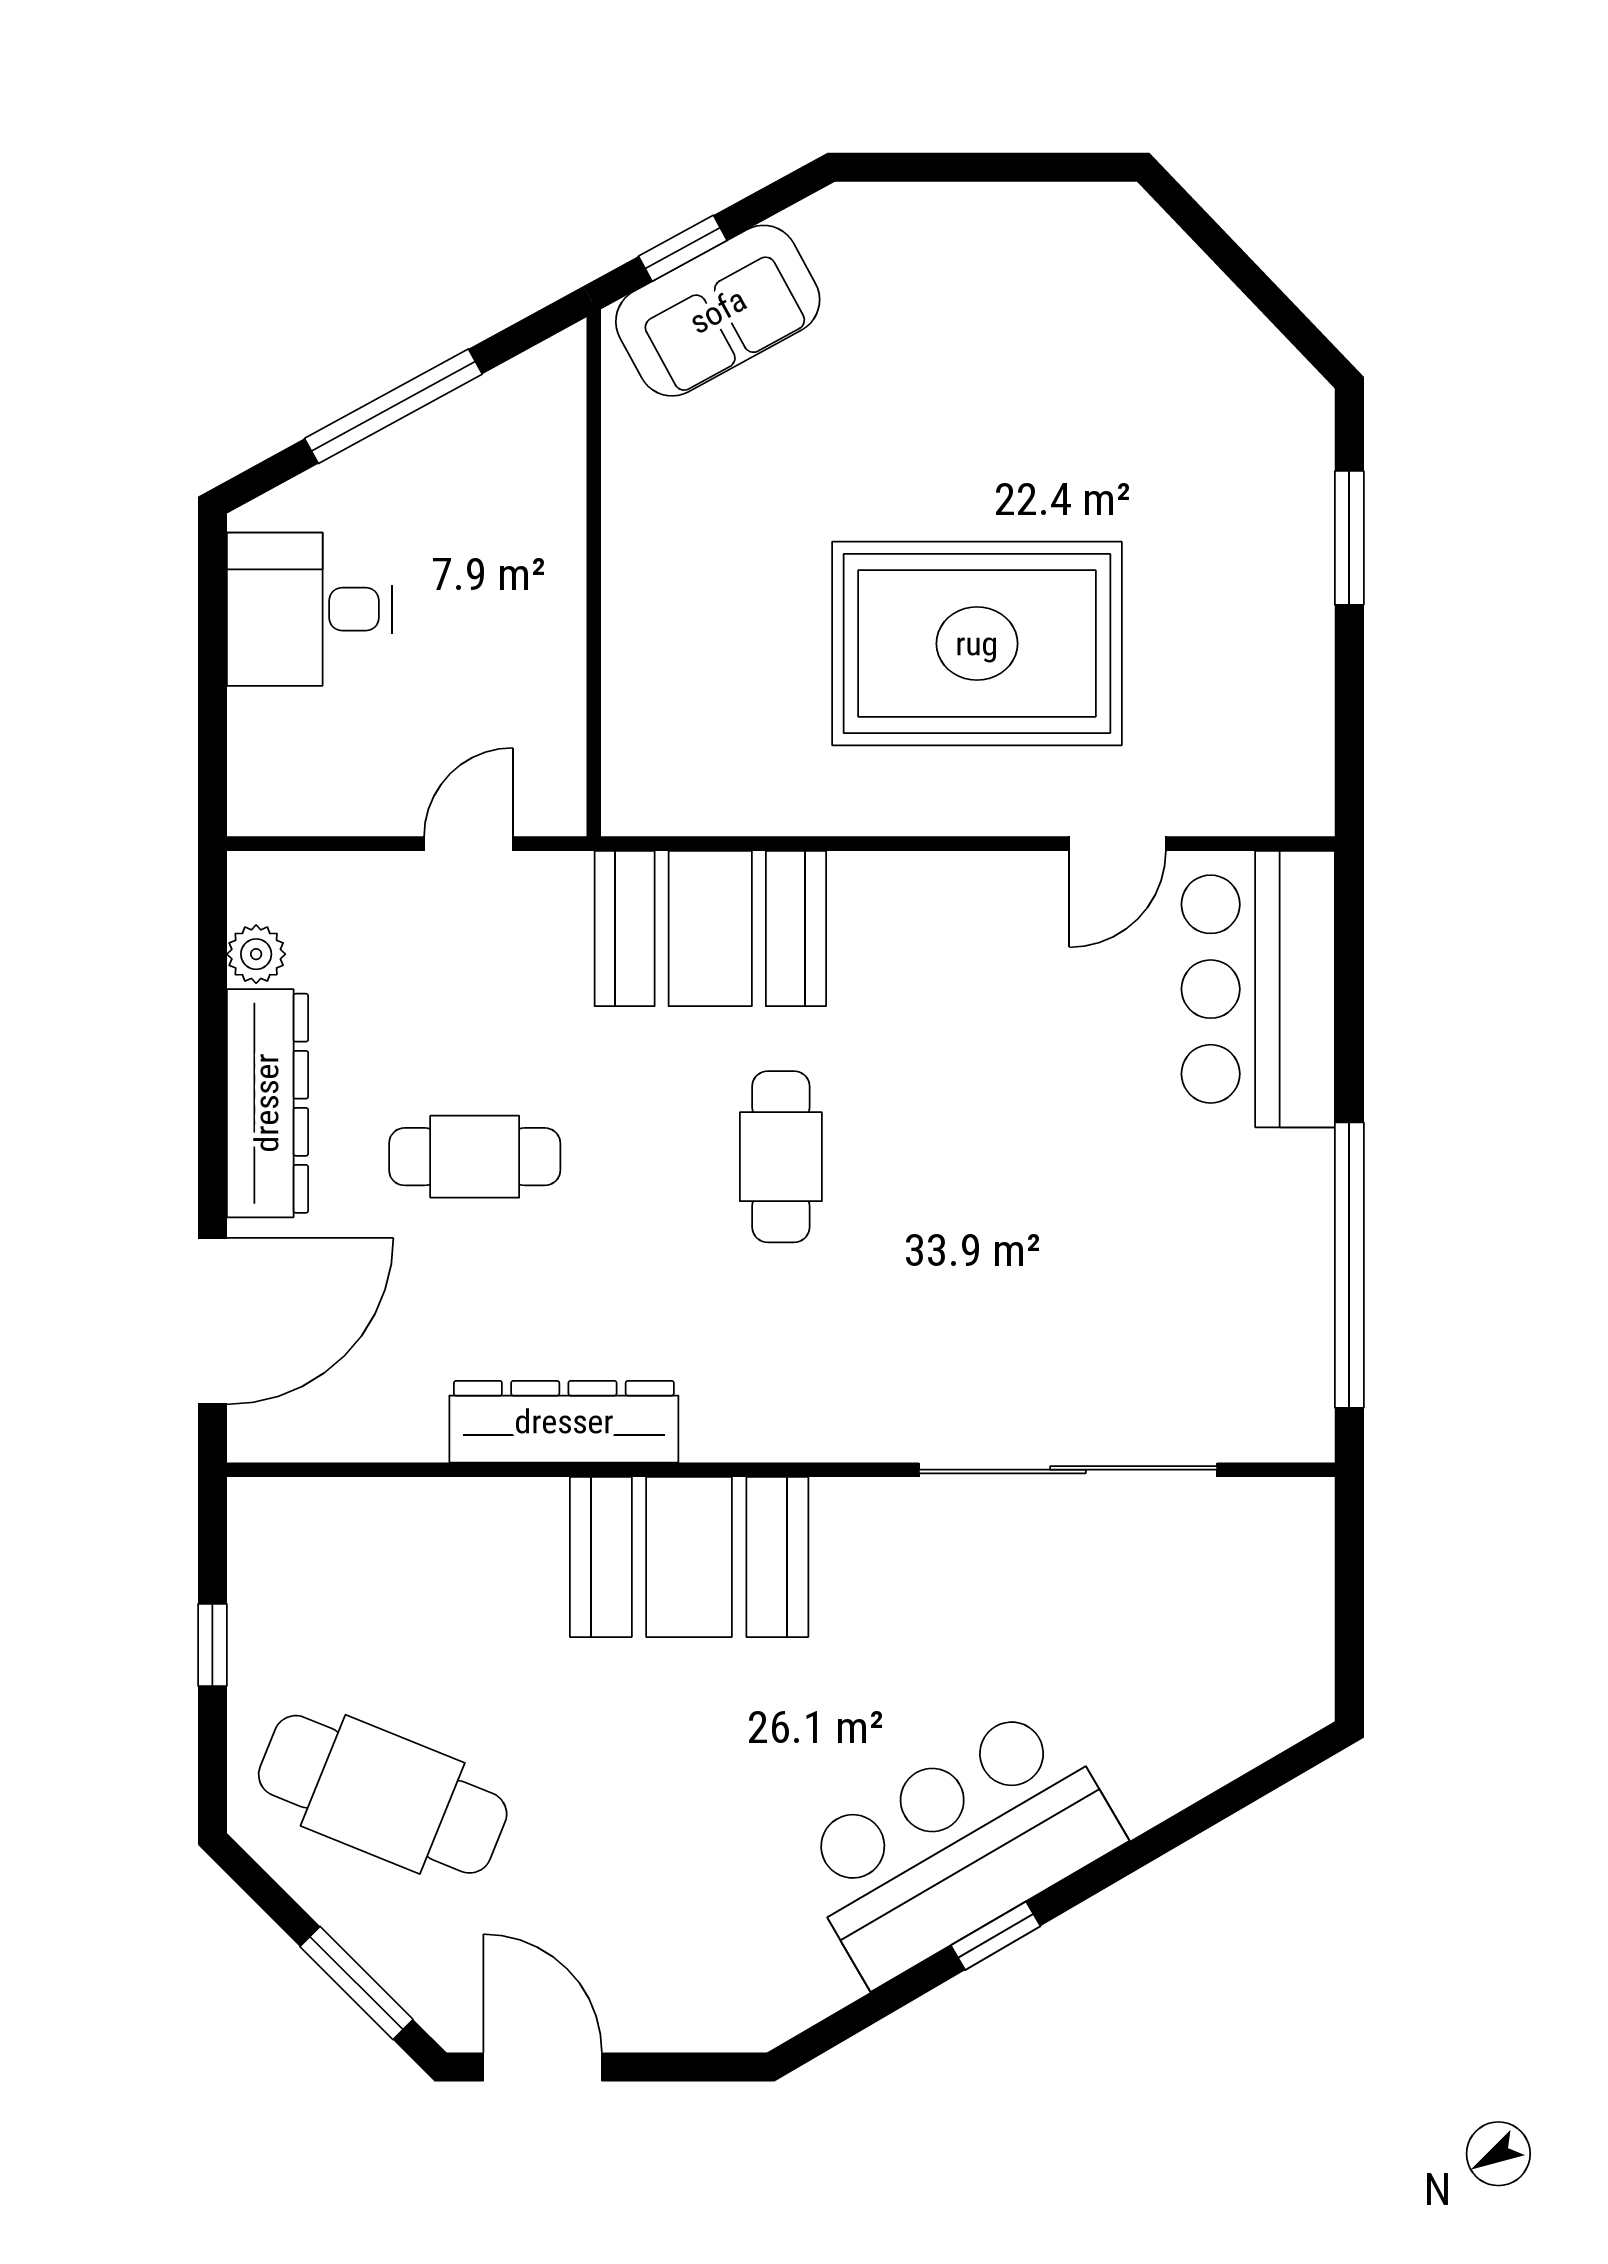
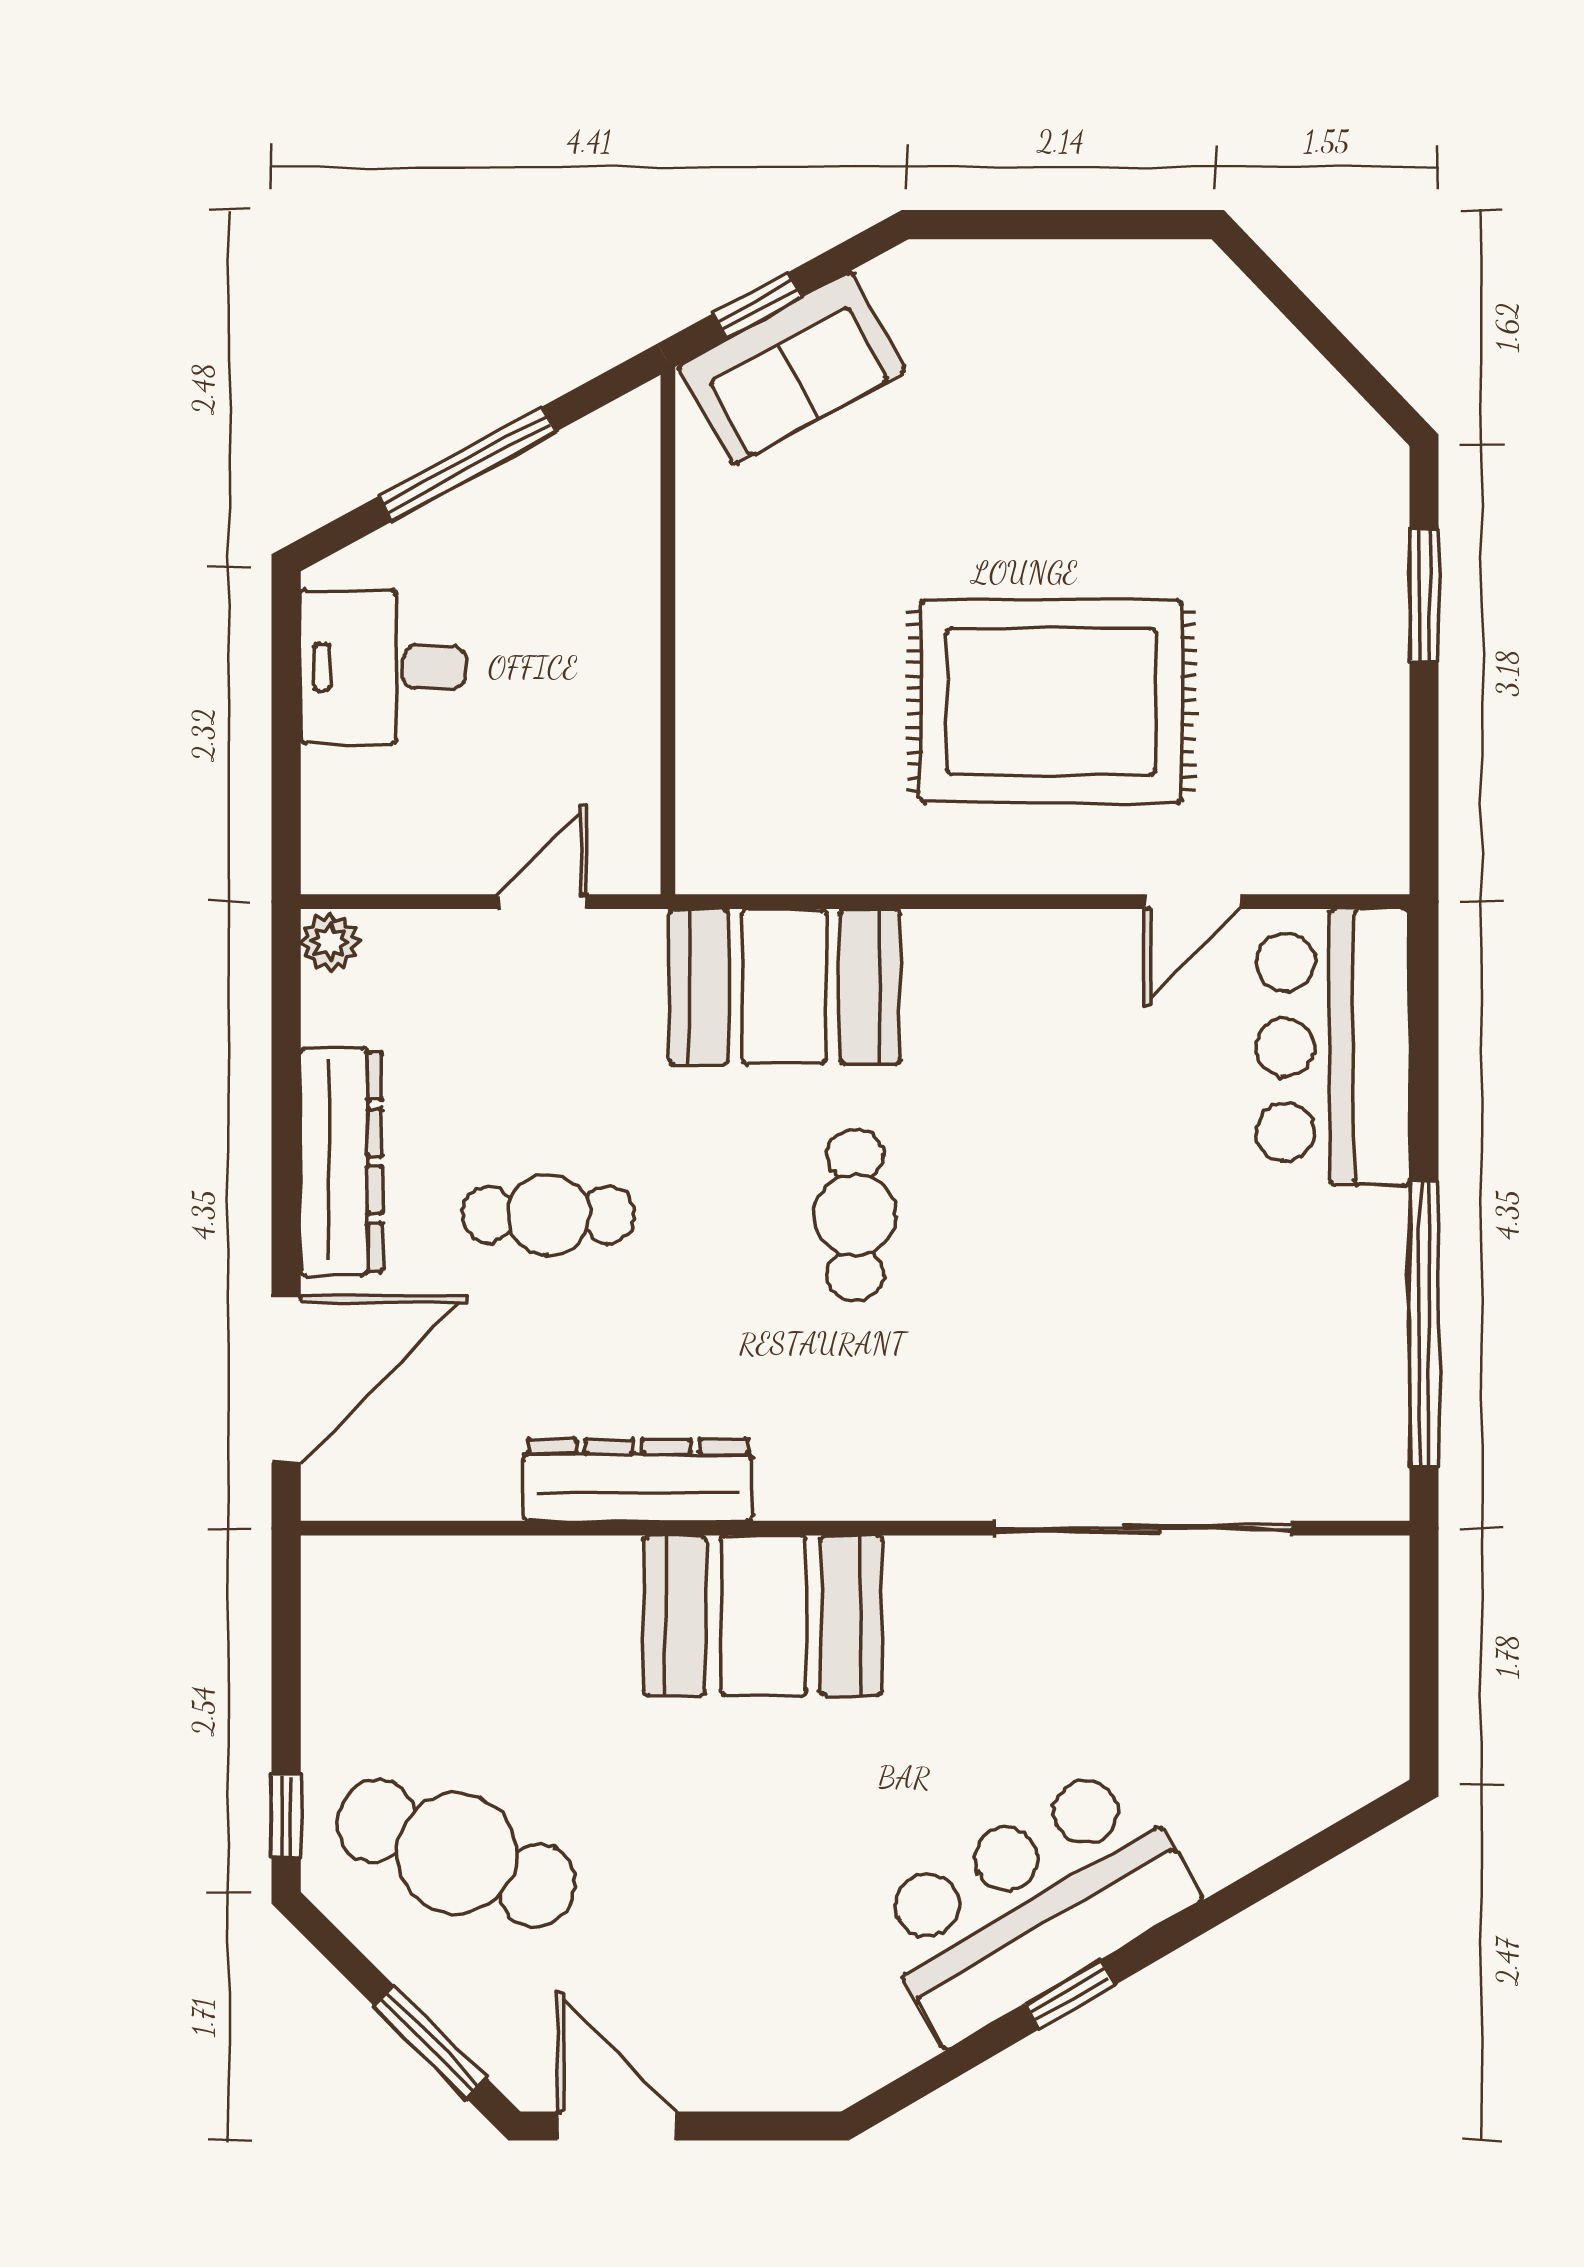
plant: (256, 954) -> (330, 942), moved
window: (212, 1645) -> (286, 1817), moved

